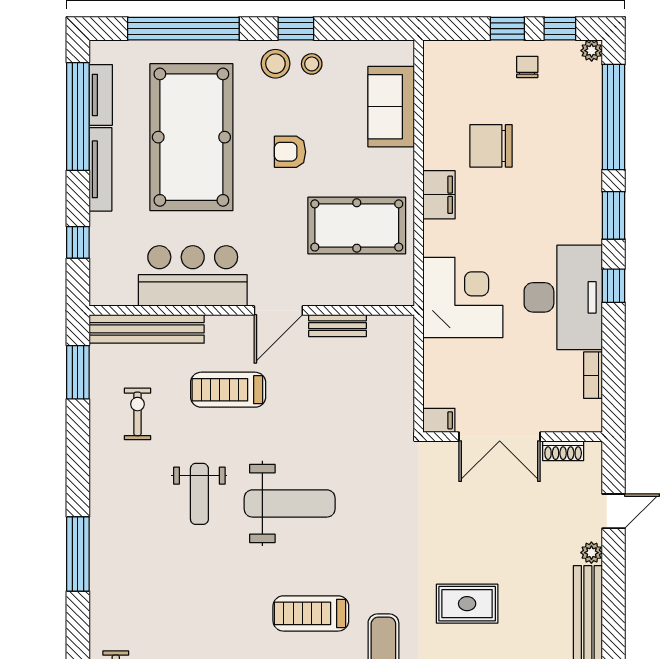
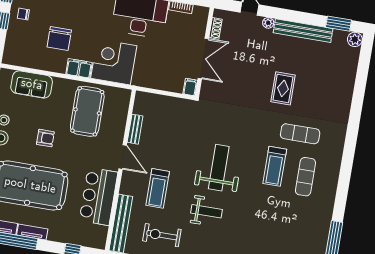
armchair: (290, 152) -> (45, 138), turned -90
tv unit: (100, 169) -> (32, 232), width x0.71
corner desk: (463, 297) -> (114, 62), moved
exercise bike: (137, 414) -> (162, 235), width x1.38, depth x1.39

